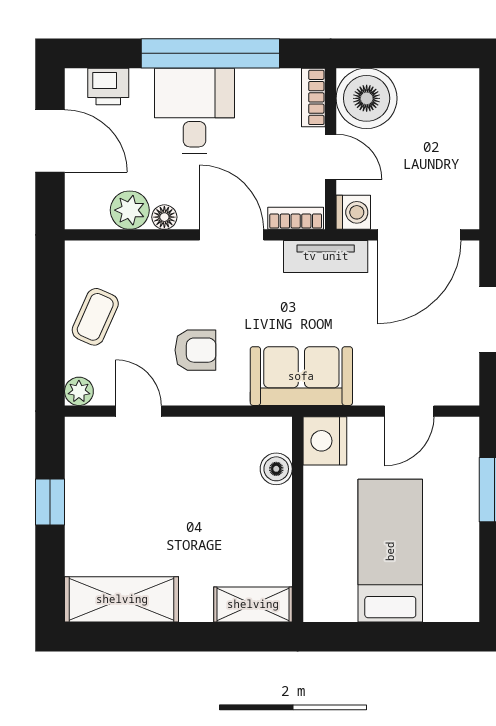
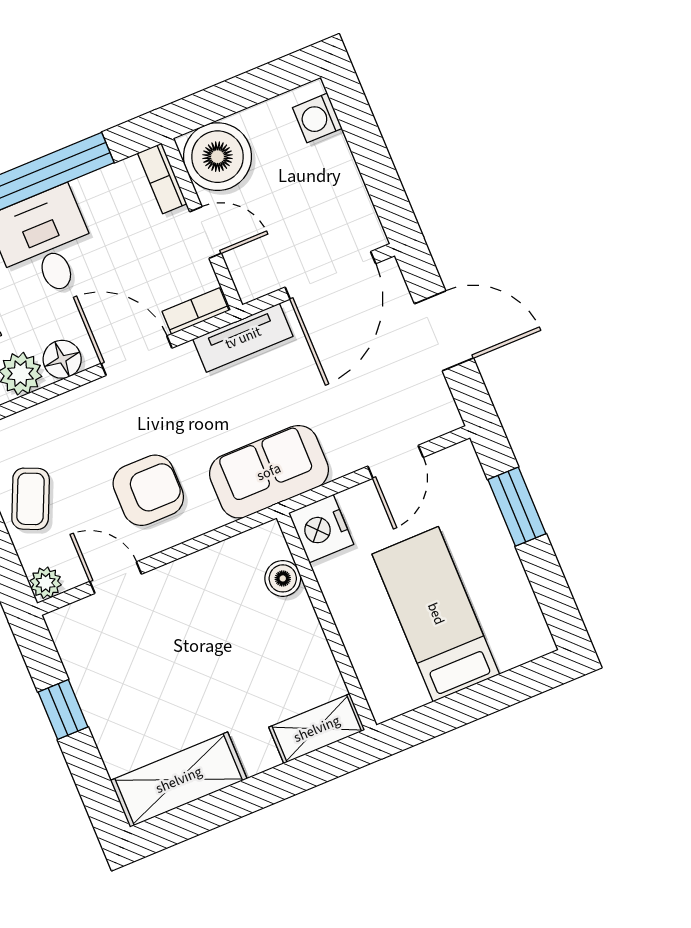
washing machine: (353, 212) -> (317, 118), moved, turned 180
floor lamp: (164, 217) -> (62, 359), width x1.37, depth x1.37
armchair: (195, 350) -> (148, 490), width x1.38, depth x1.38

